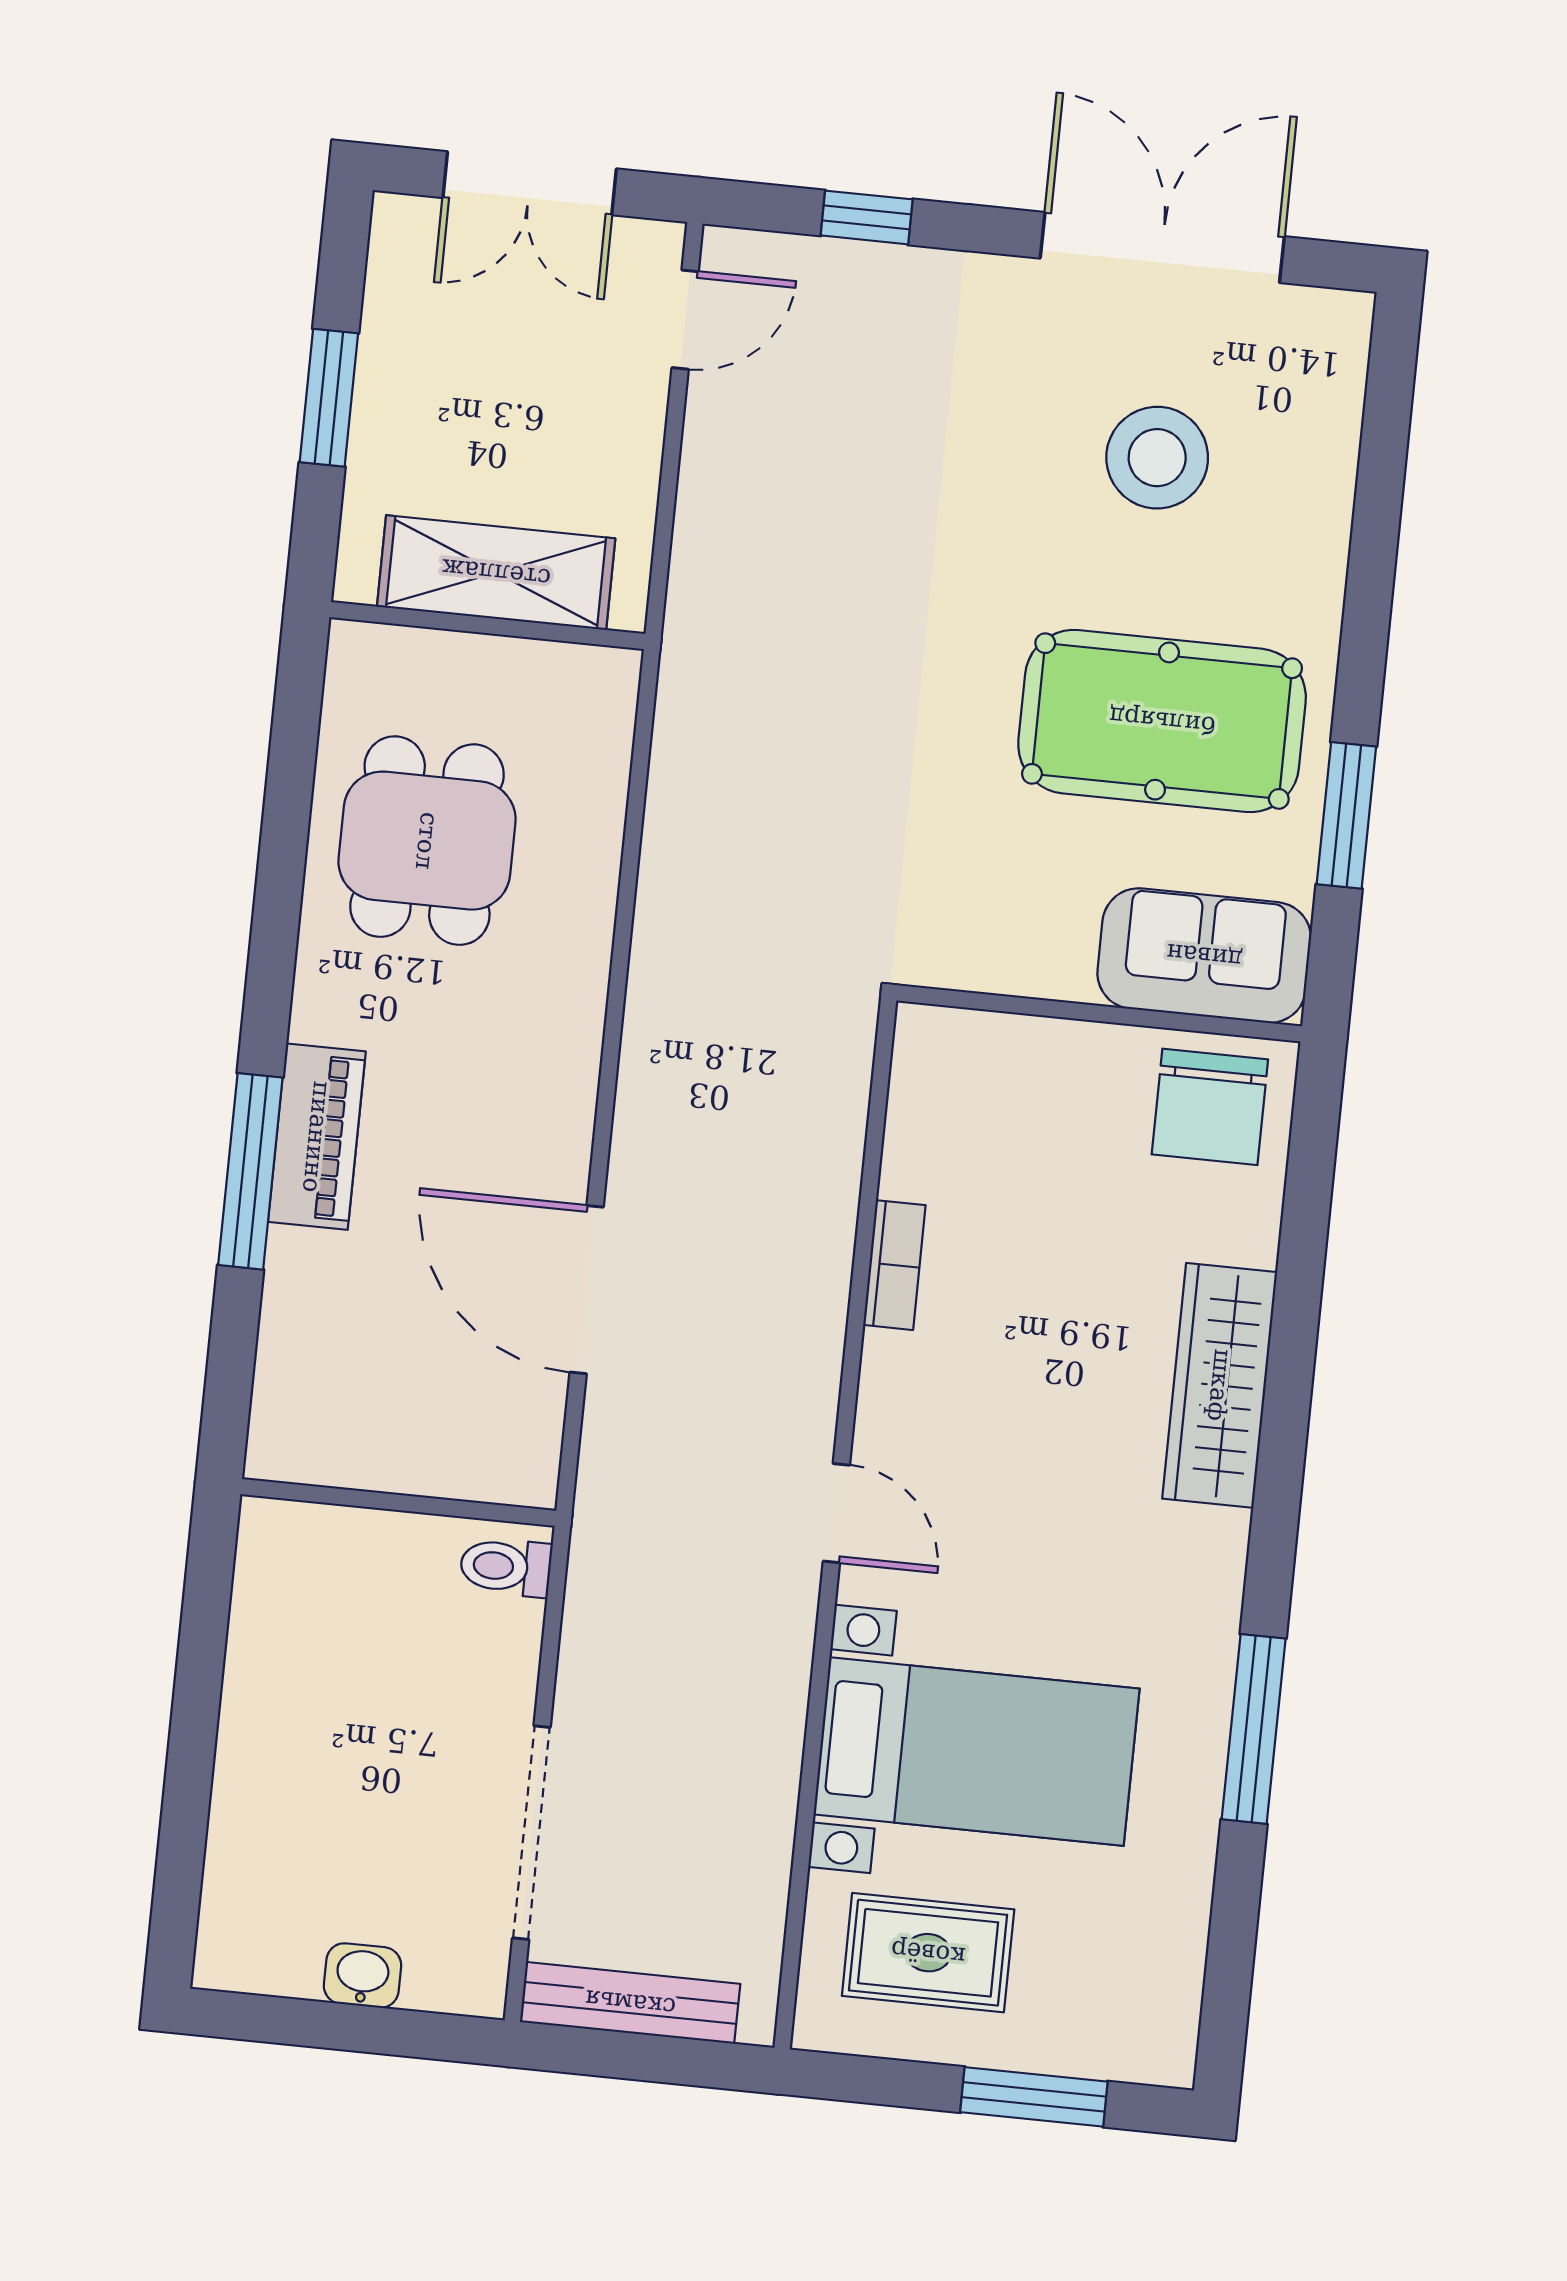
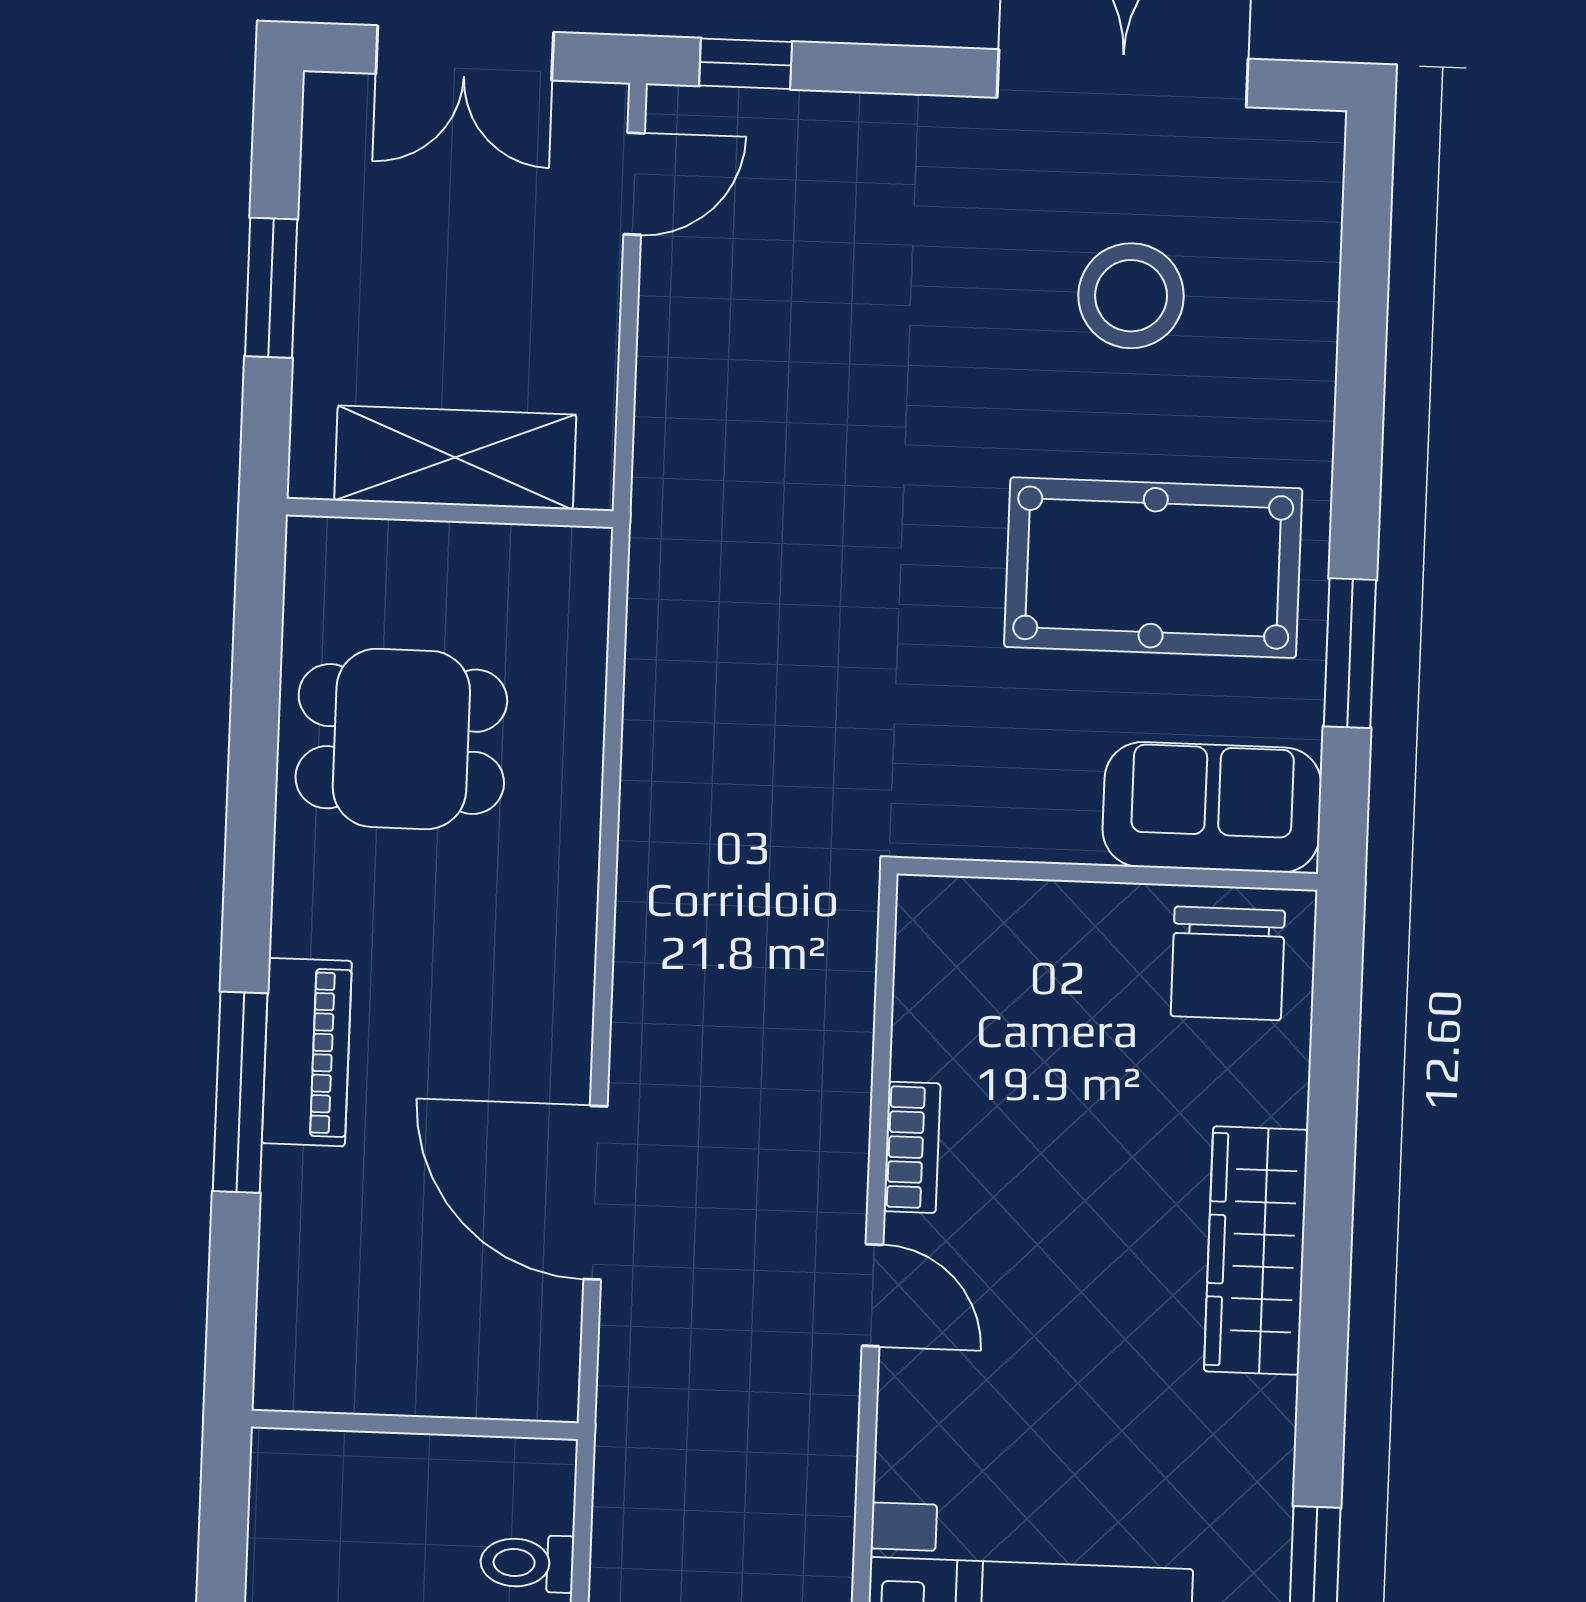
window: (867, 217) -> (746, 64), moved
dining table: (427, 841) -> (401, 739), turned 90
door: (836, 1513) -> (872, 1295), moved
toilet: (506, 1567) -> (527, 1563), moved

